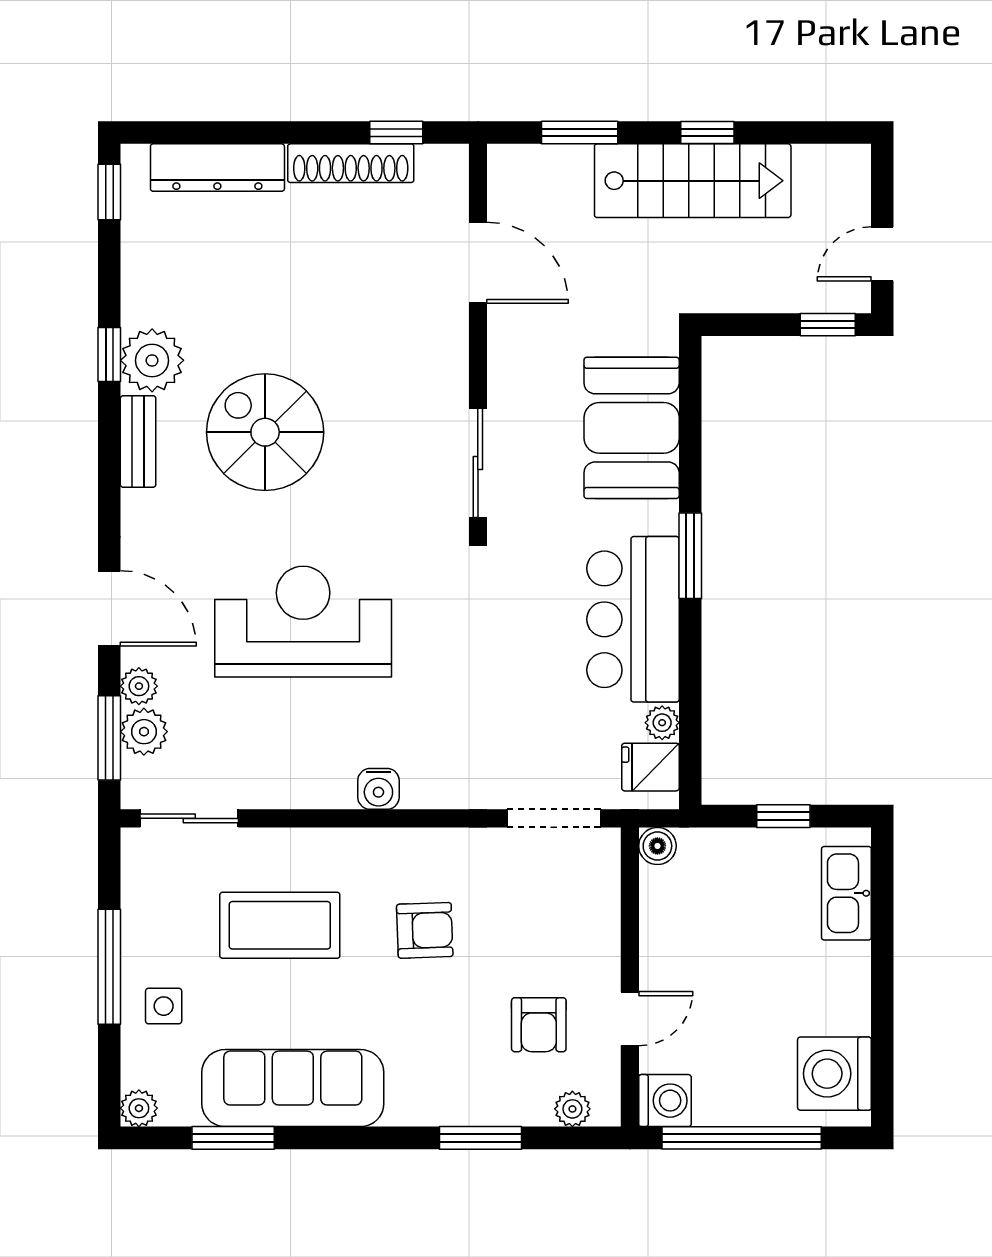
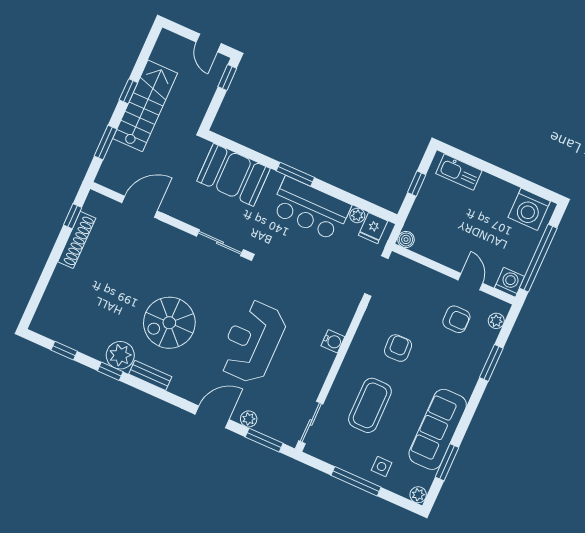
dresser: (217, 168) -> (55, 294), removed
window: (109, 192) -> (64, 351), moved
plant: (144, 732) -> (268, 425), removed

